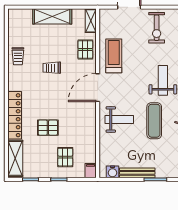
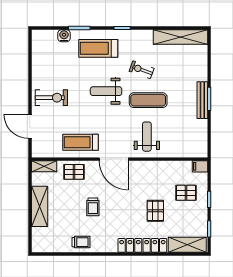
water cooler: (113, 172) -> (201, 144), removed
bench: (137, 173) -> (202, 100), moved

